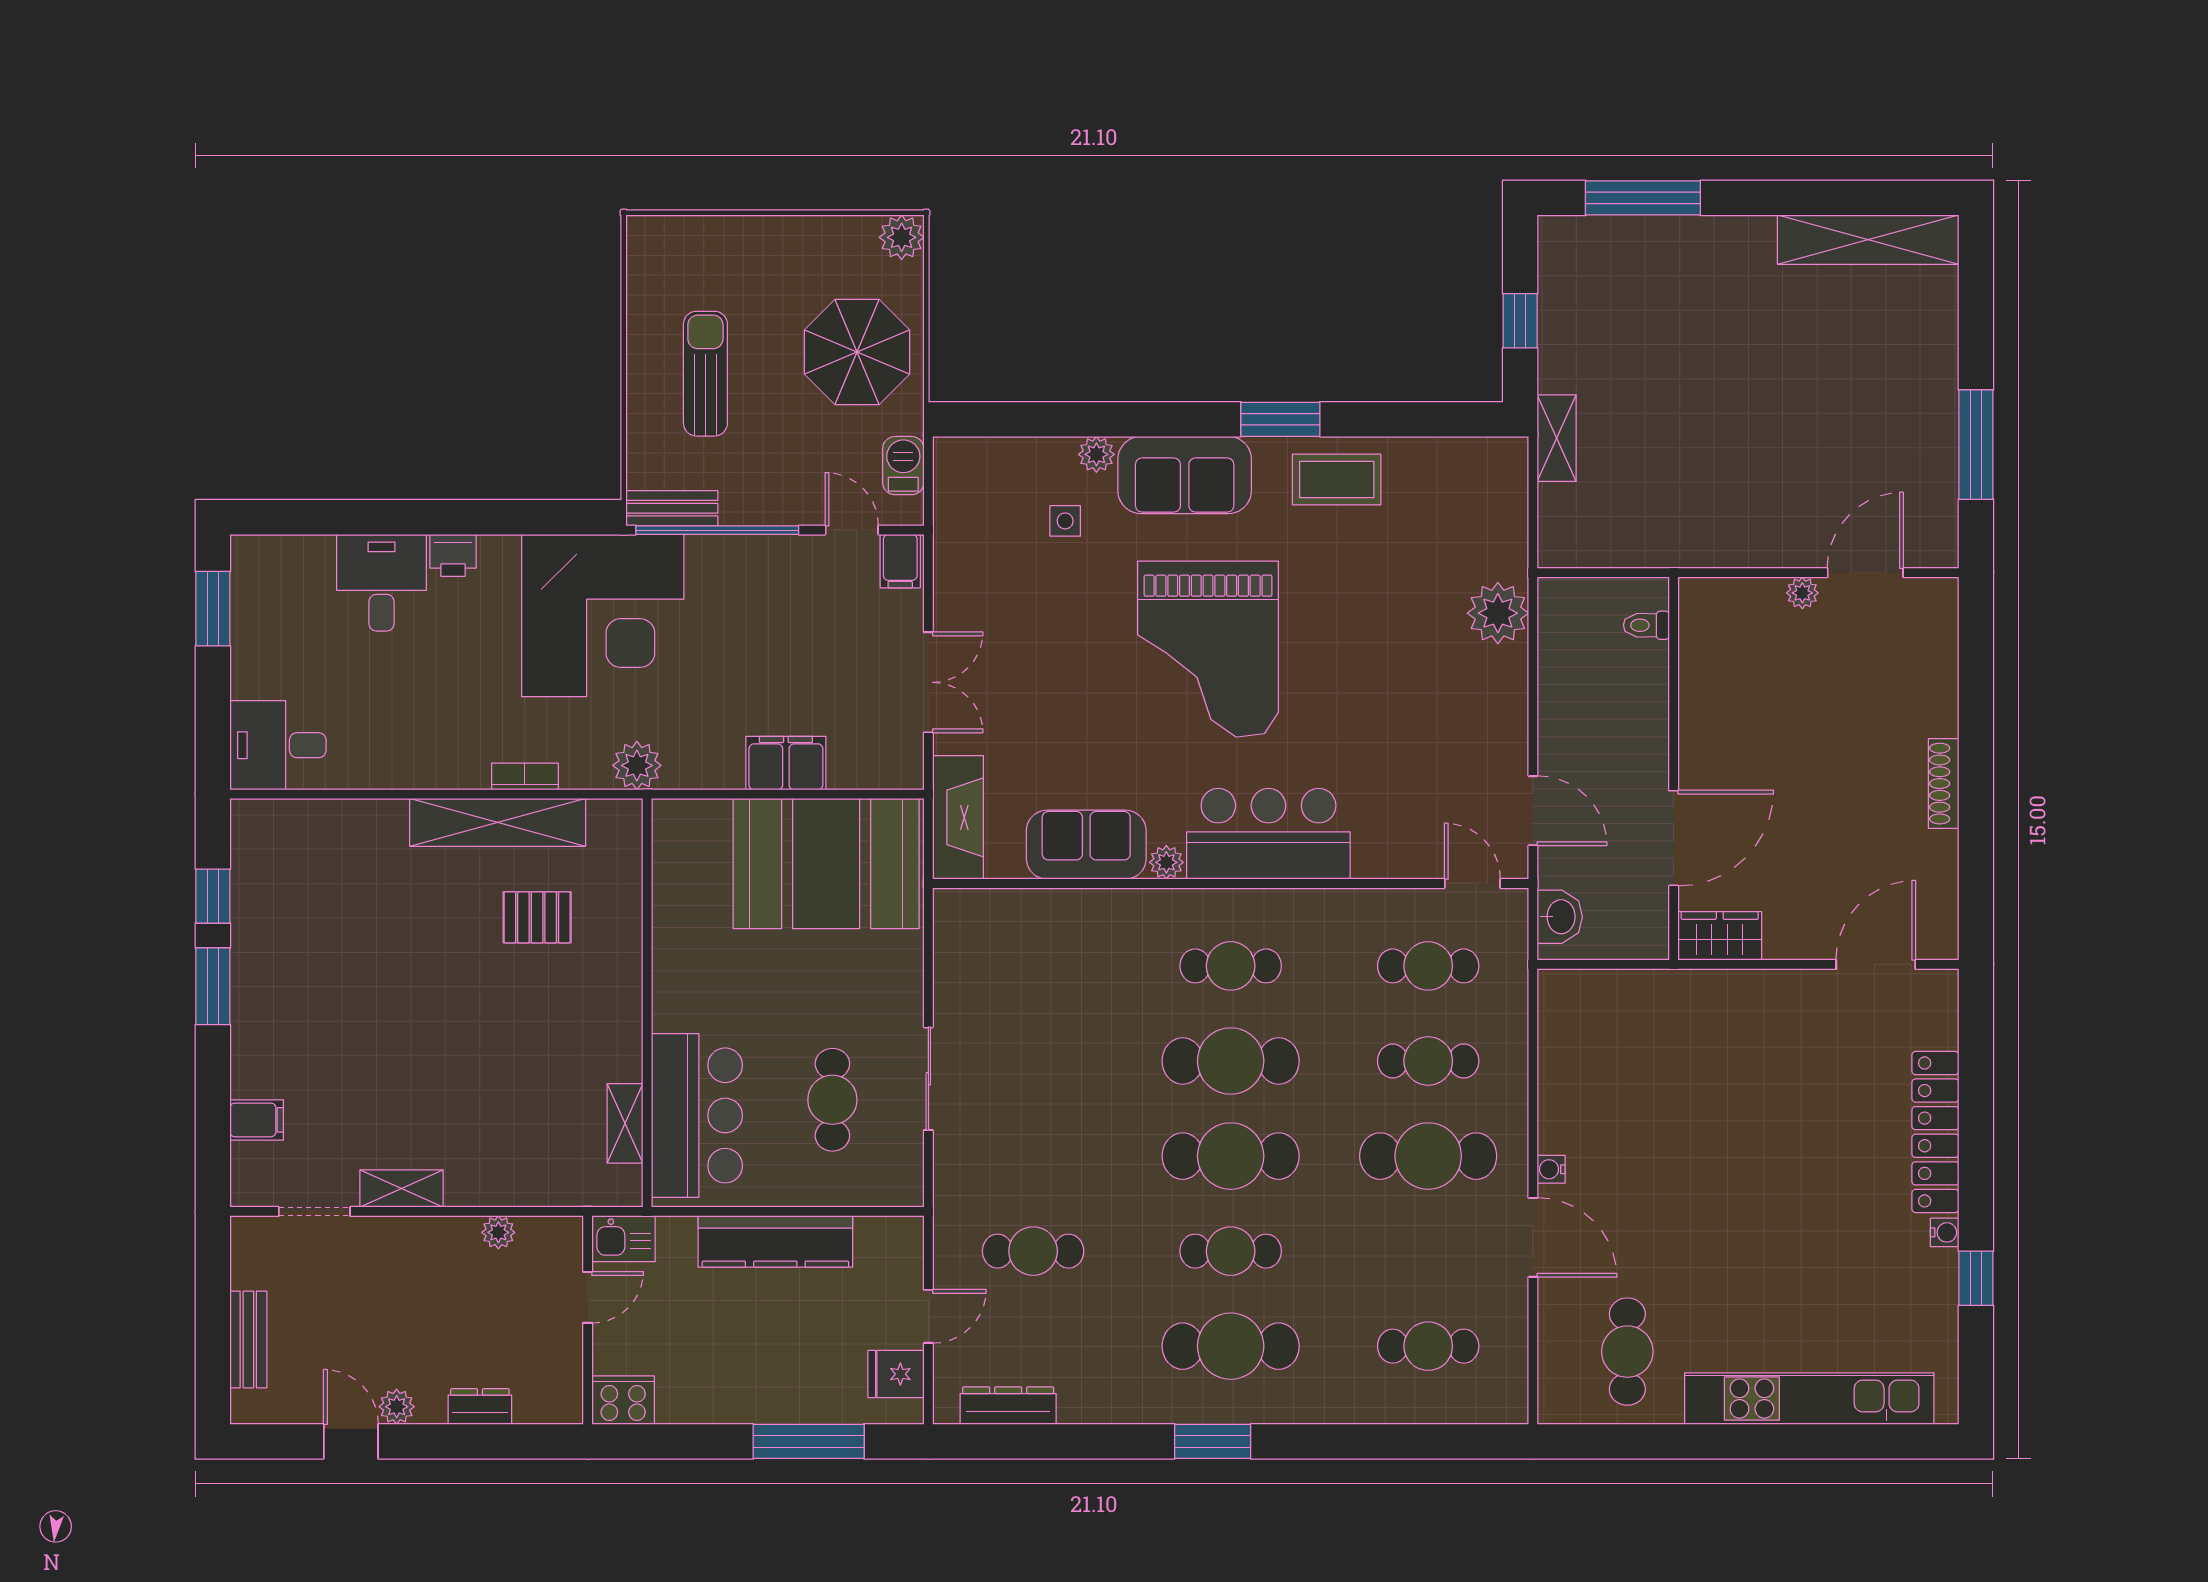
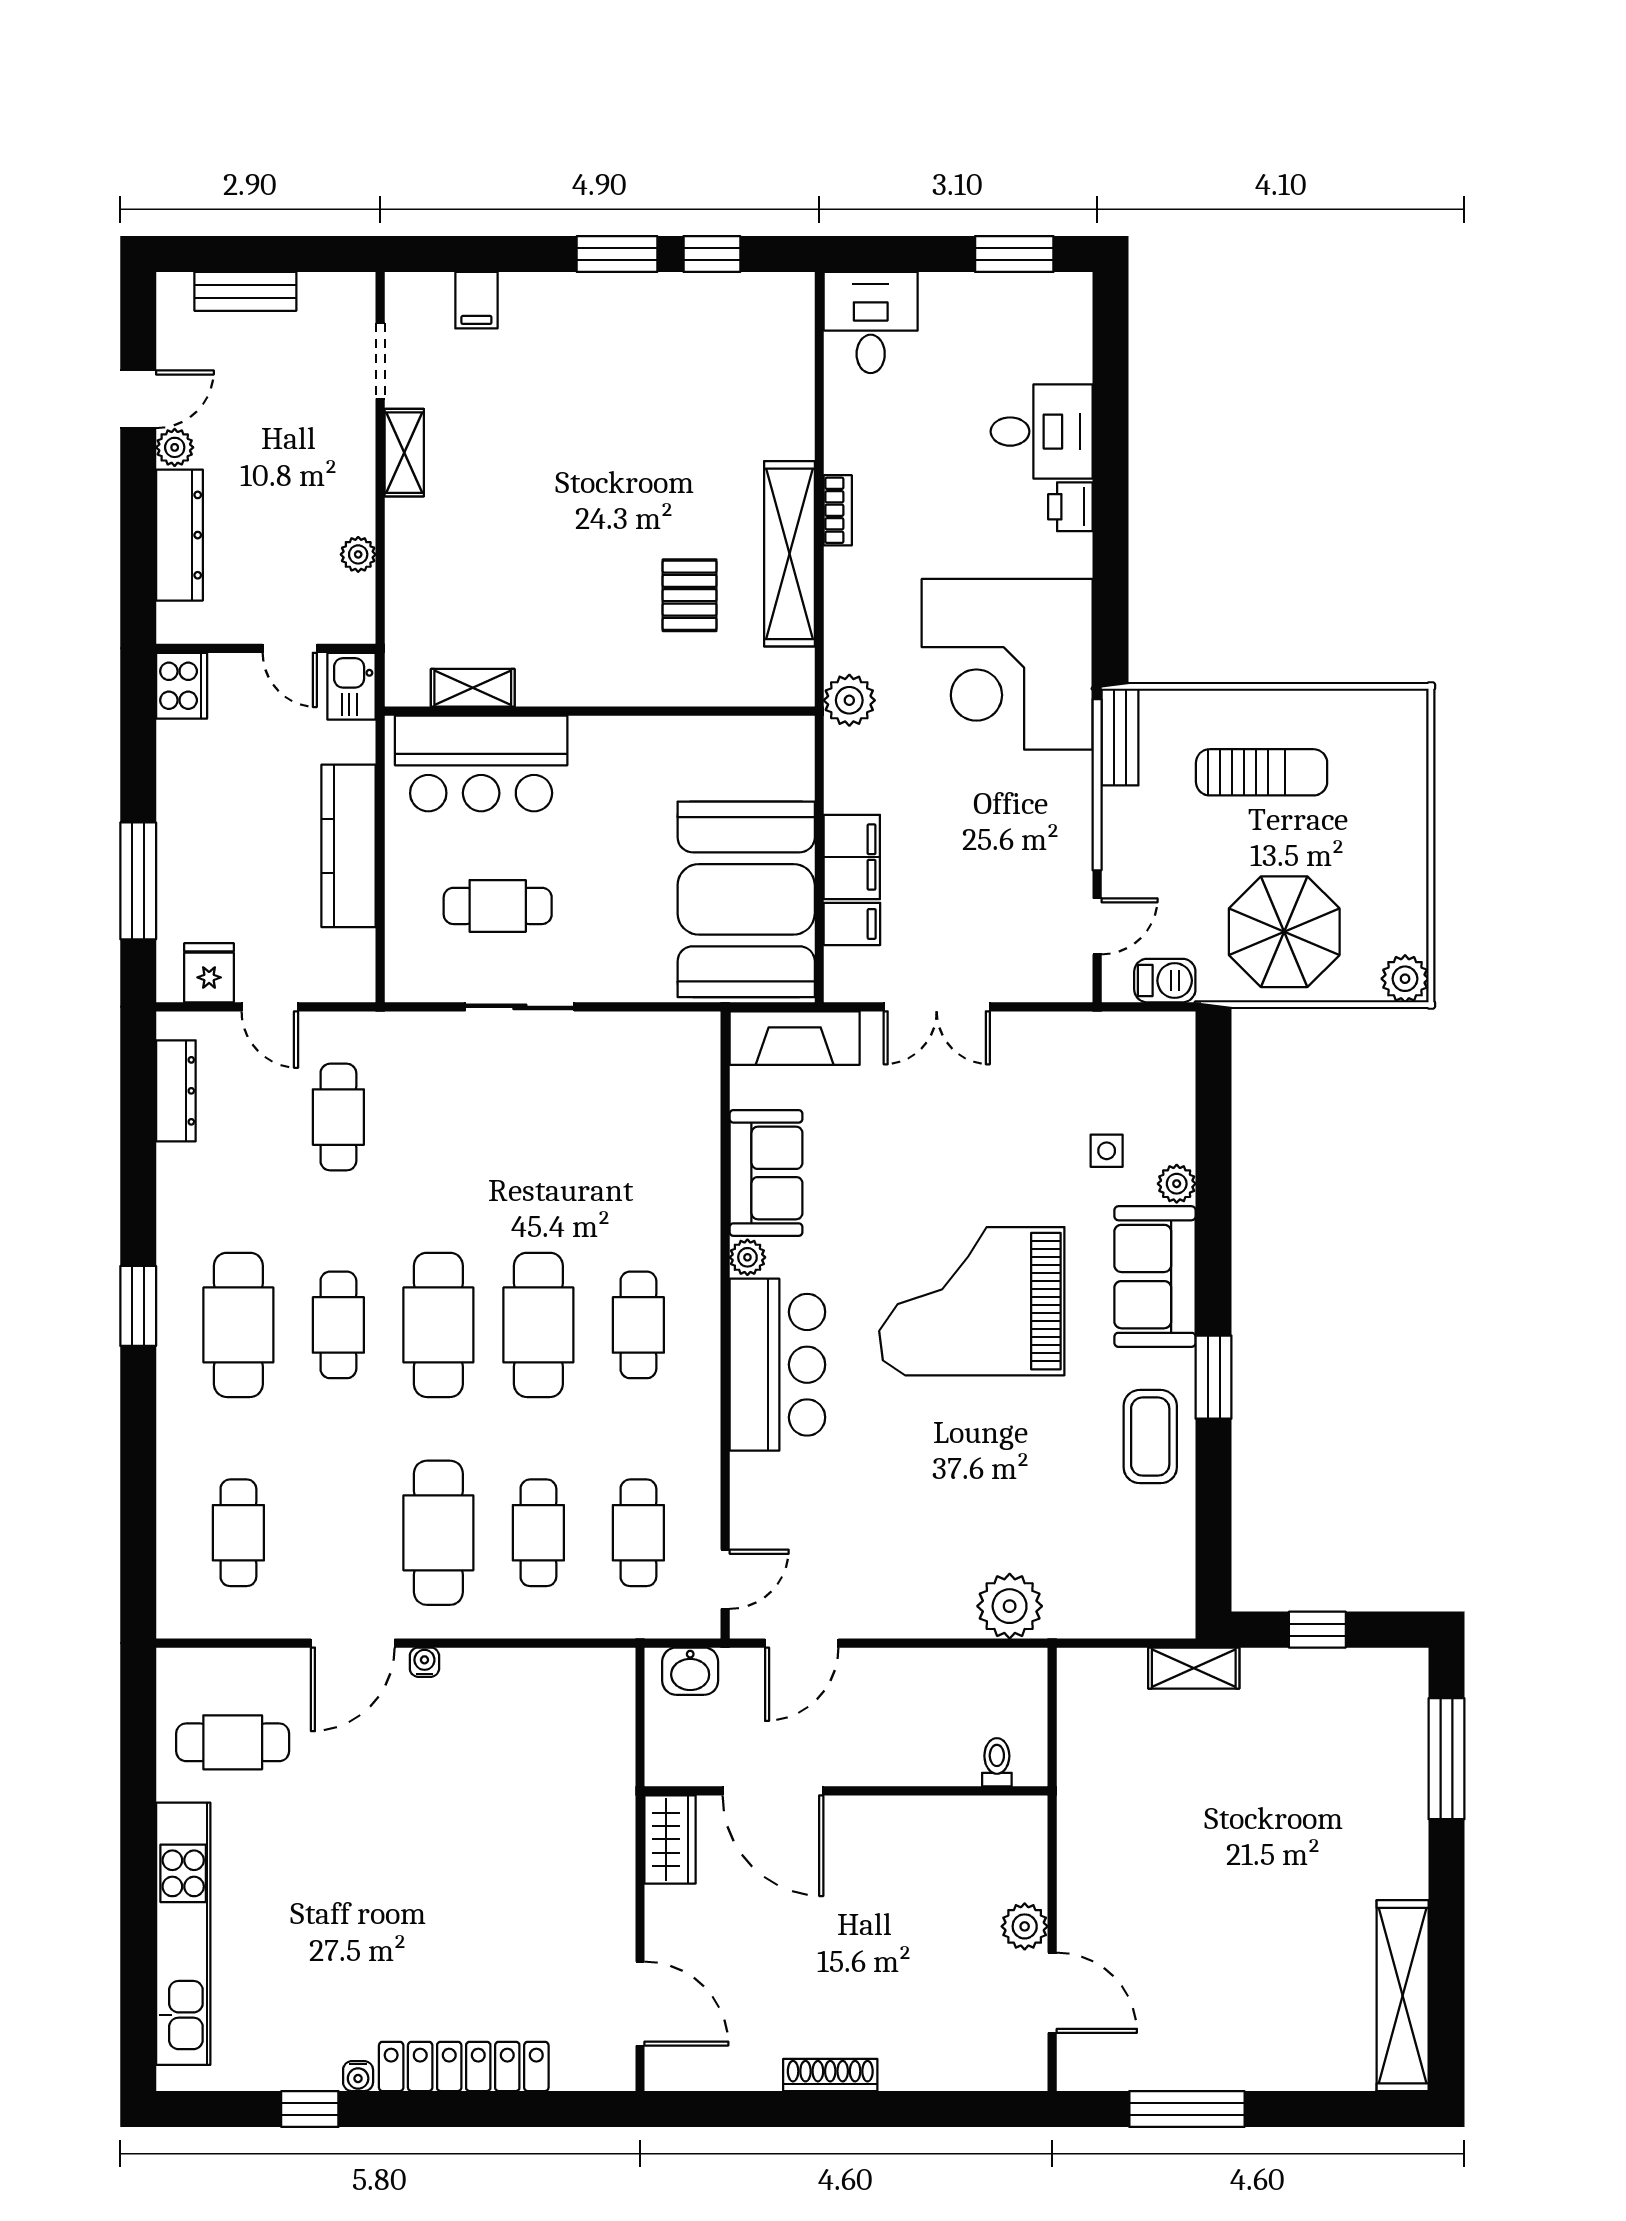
filing cabinet: (900, 561) -> (852, 924), moved, turned 180
plant: (1802, 593) -> (1025, 1926), width x1.38, depth x1.38
bookcase: (525, 776) -> (838, 510), moved
dresser: (480, 1406) -> (179, 535), width x1.96, depth x1.24

